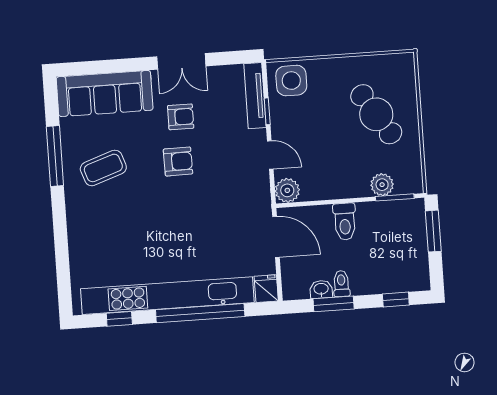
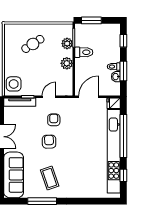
cafe table: (376, 114) -> (33, 44), width x0.73, depth x0.74
armchair: (181, 117) -> (54, 120), moved
plant: (287, 190) -> (67, 63), moved
toilet: (345, 222) -> (84, 52), moved

